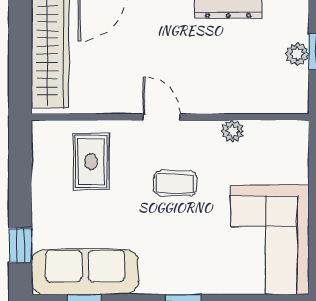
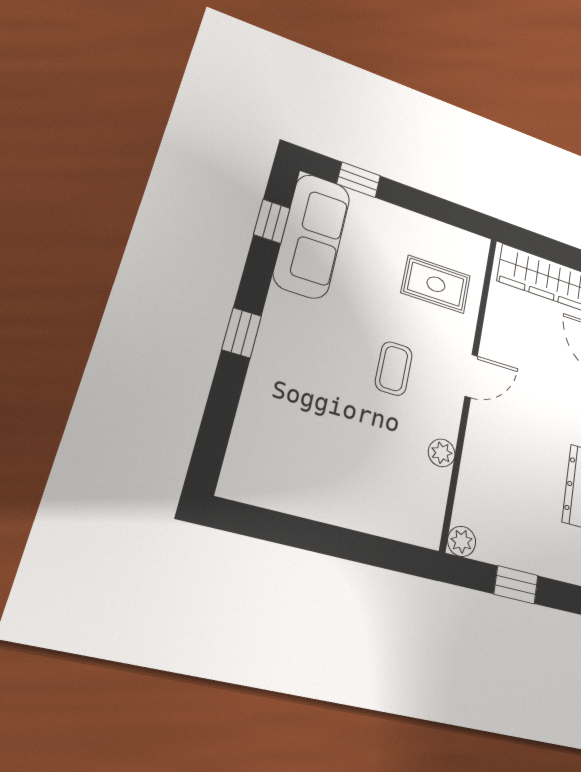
plant: (297, 54) -> (462, 541), moved
corner sofa: (270, 240) -> (300, 463), removed

